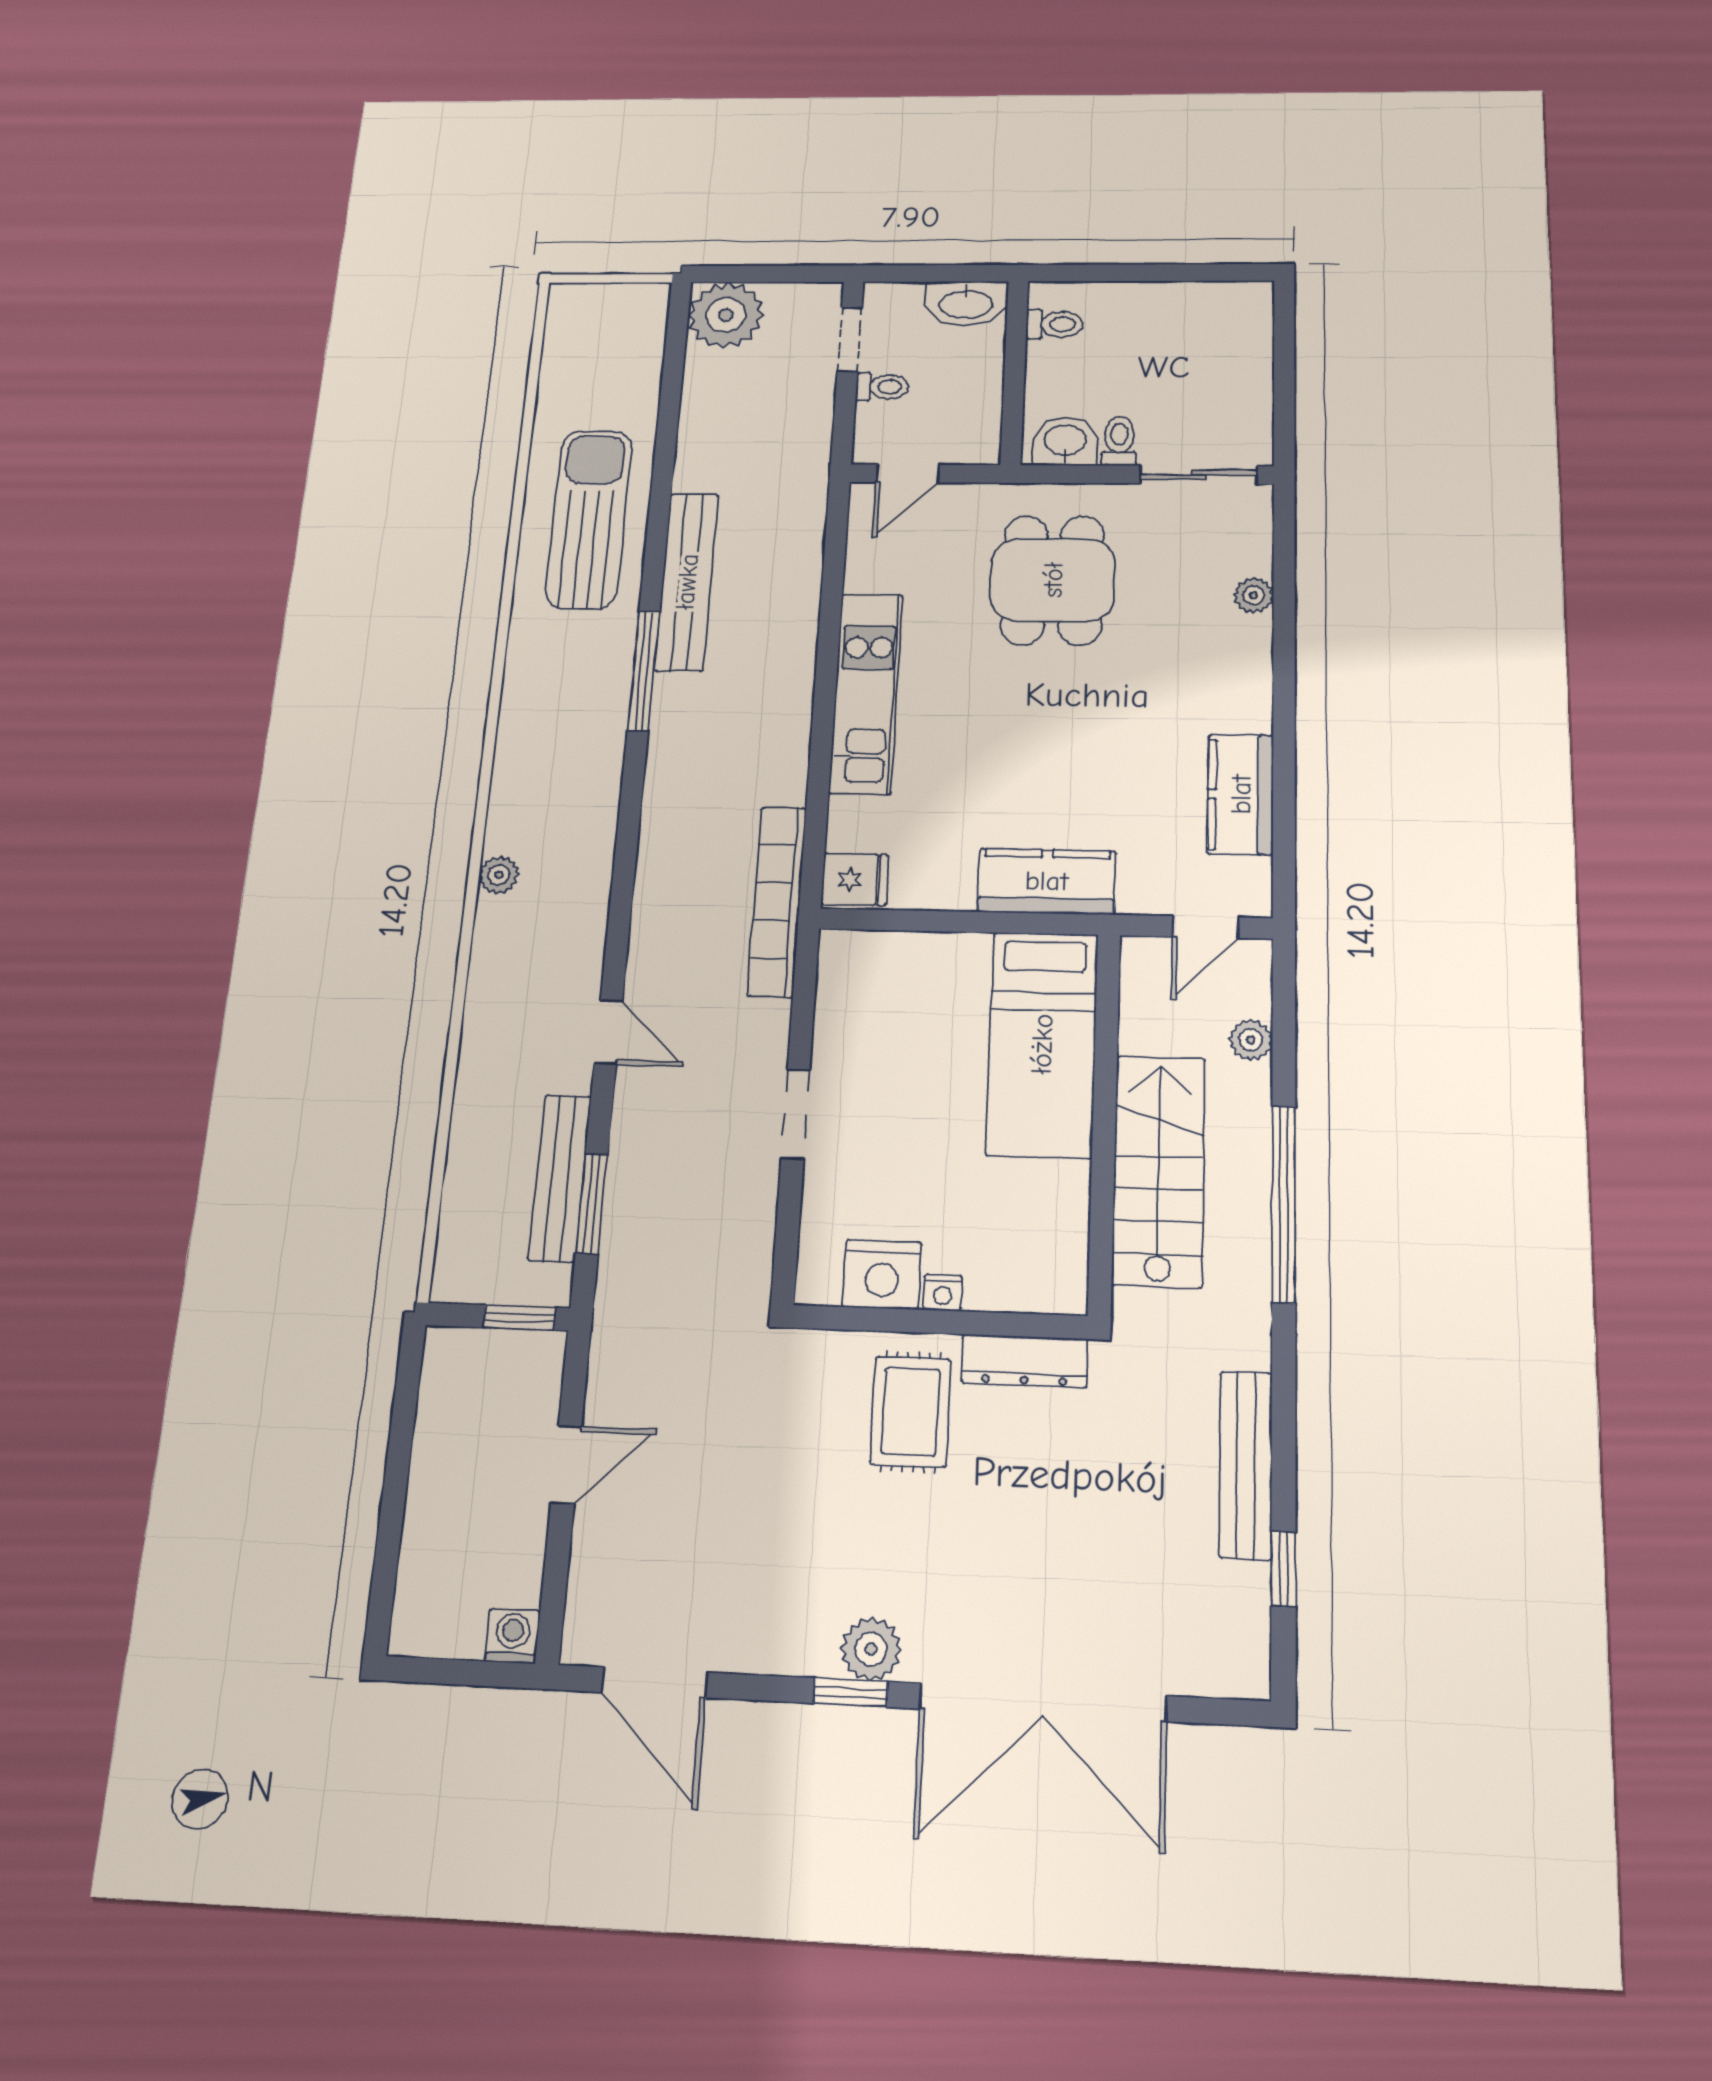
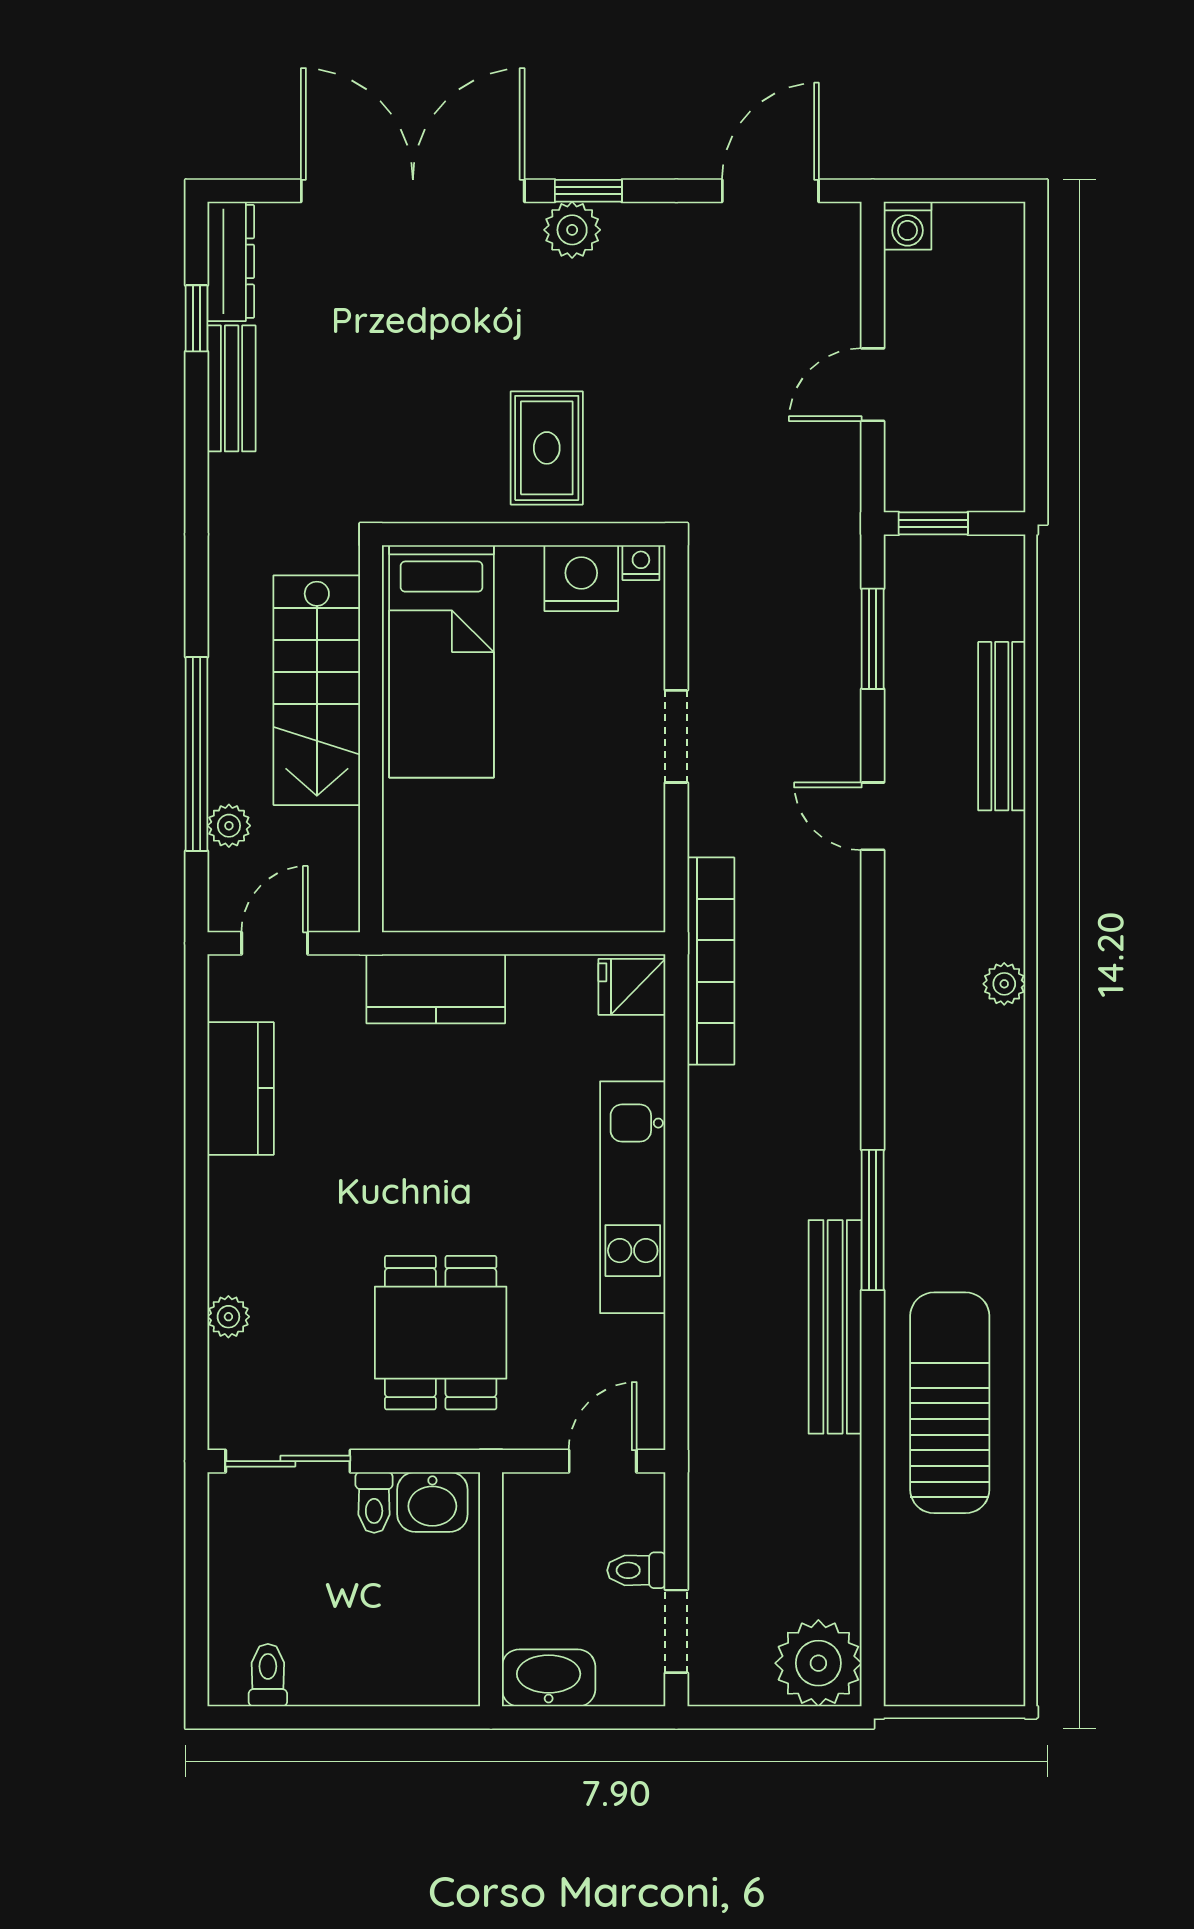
toilet: (1055, 324) -> (268, 1675), moved, turned 90
sun lounger: (589, 519) -> (950, 1403), turned 180
bed: (1042, 1044) -> (442, 661), moved, turned 180
bench: (560, 1178) -> (1002, 726), moved
window: (1284, 1204) -> (197, 754), moved
nightstand: (943, 1293) -> (641, 563), moved
dresser: (1025, 1361) -> (231, 261), moved, turned 90
bench: (1246, 1465) -> (232, 388), width x0.73
door: (654, 1682) -> (770, 191), hinge flipped

